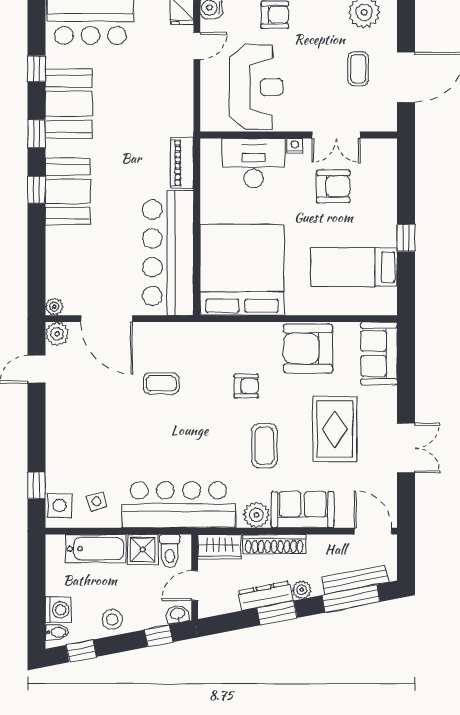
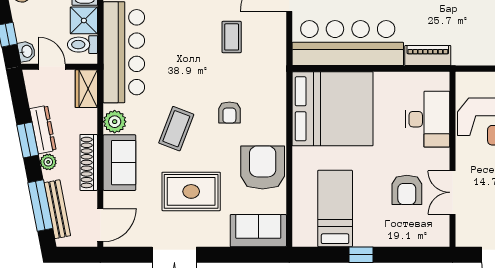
nightstand: (295, 146) -> (443, 156), removed
coffee table: (264, 446) -> (176, 129), turned -69
shoe rack: (274, 544) -> (89, 162), moved

